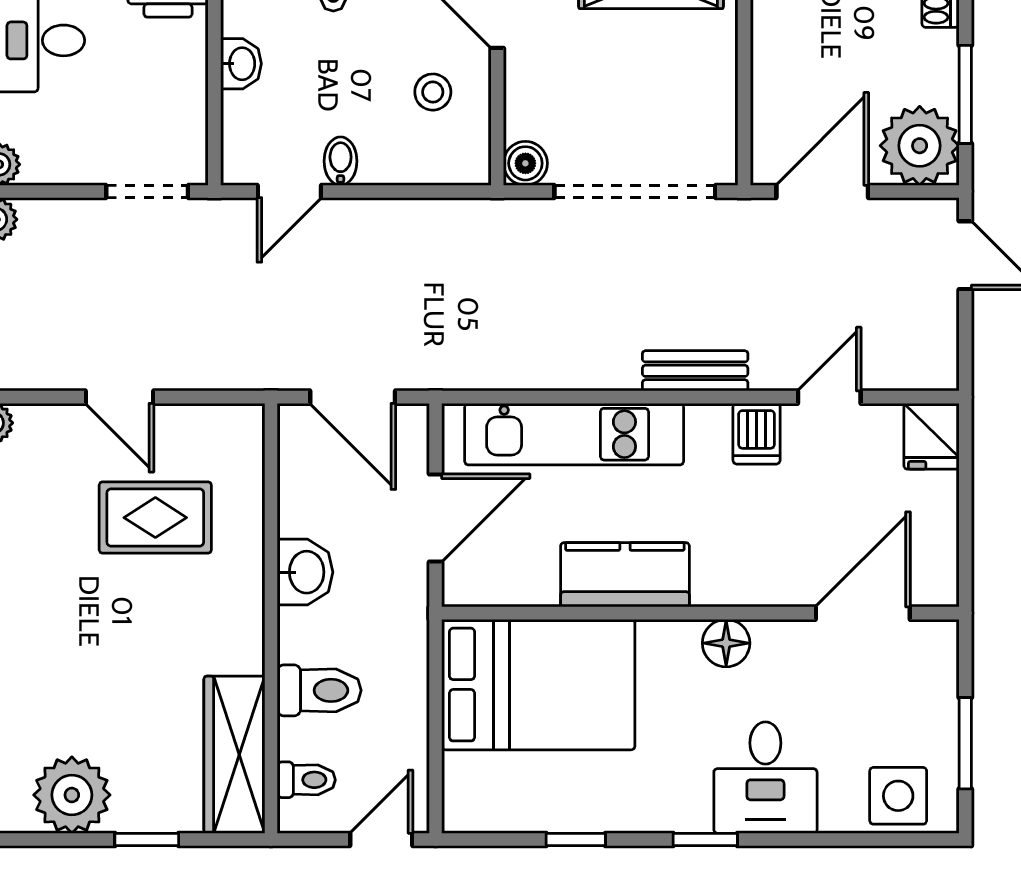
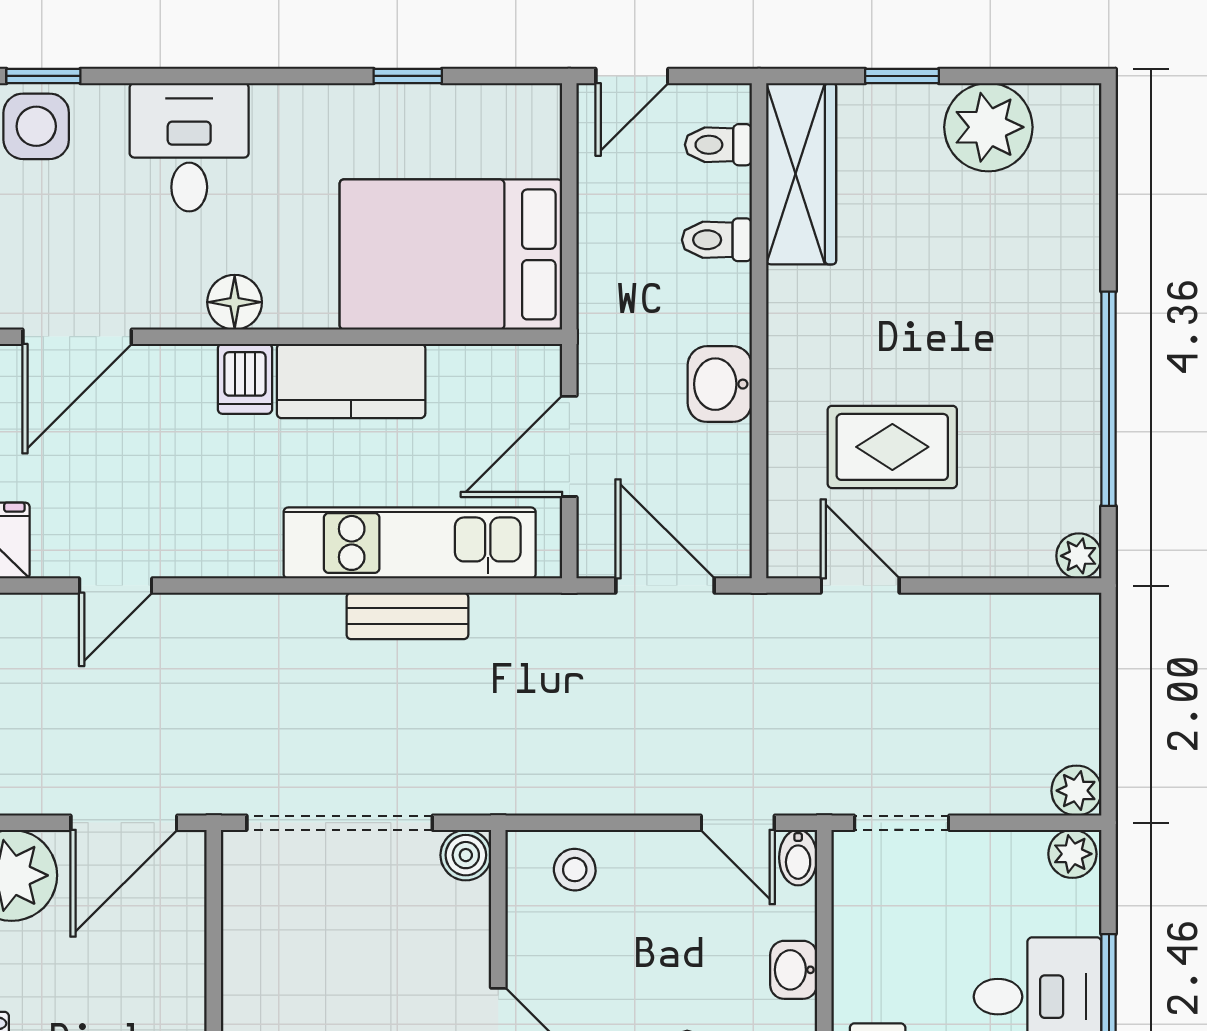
stool: (433, 92) -> (575, 870), moved
bidet: (341, 161) -> (798, 858), moved
door: (289, 191) -> (738, 823), swing flipped
bench: (695, 371) -> (407, 616), moved
door: (119, 397) -> (860, 586), moved
dishwasher: (757, 434) -> (245, 379), moved, turned 180
toilet: (319, 690) -> (717, 240), width x0.73, depth x0.72
window: (705, 839) -> (43, 76), moved

